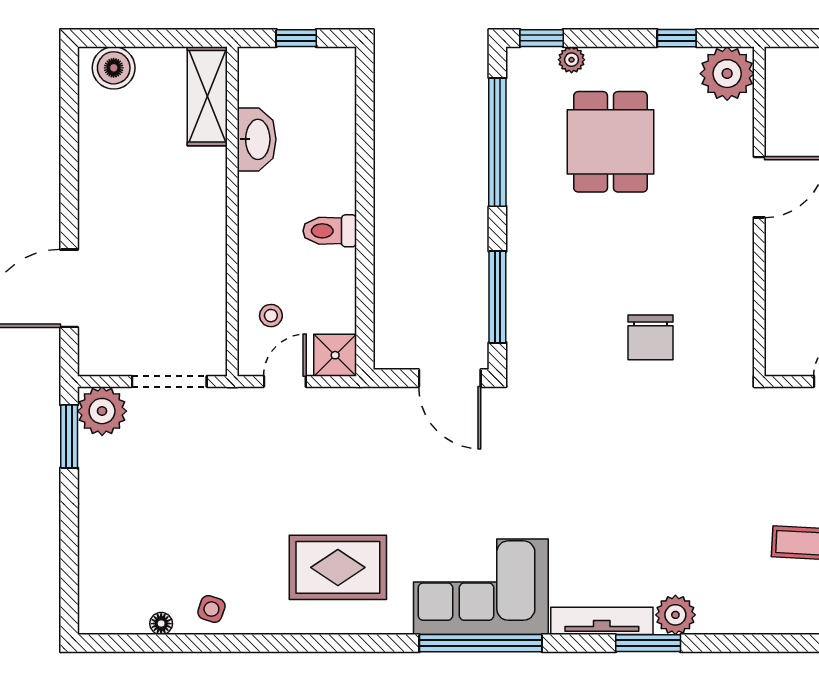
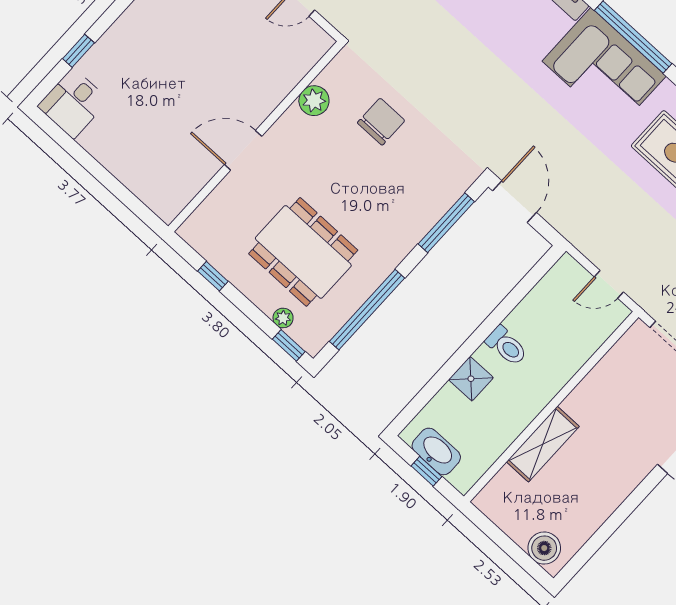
plant: (727, 74) -> (314, 101), moved, width x0.73, depth x0.73
shelving: (207, 96) -> (543, 444), moved
washbasin: (257, 139) -> (436, 451), moved, turned 90
dining table: (610, 142) -> (303, 252), width x1.37
stool: (271, 316) -> (583, 328), removed
shower: (335, 355) -> (471, 379), moved

